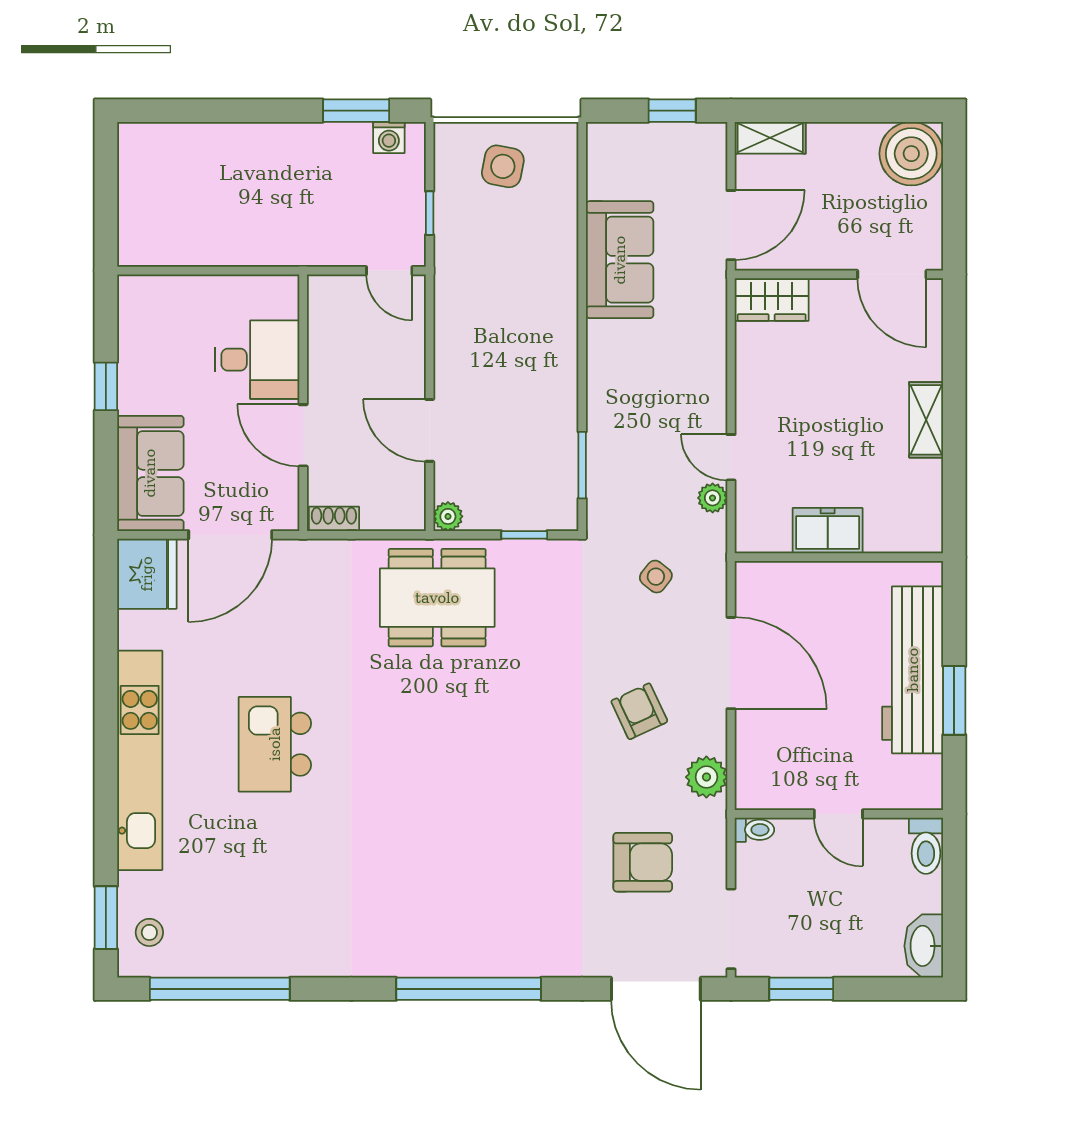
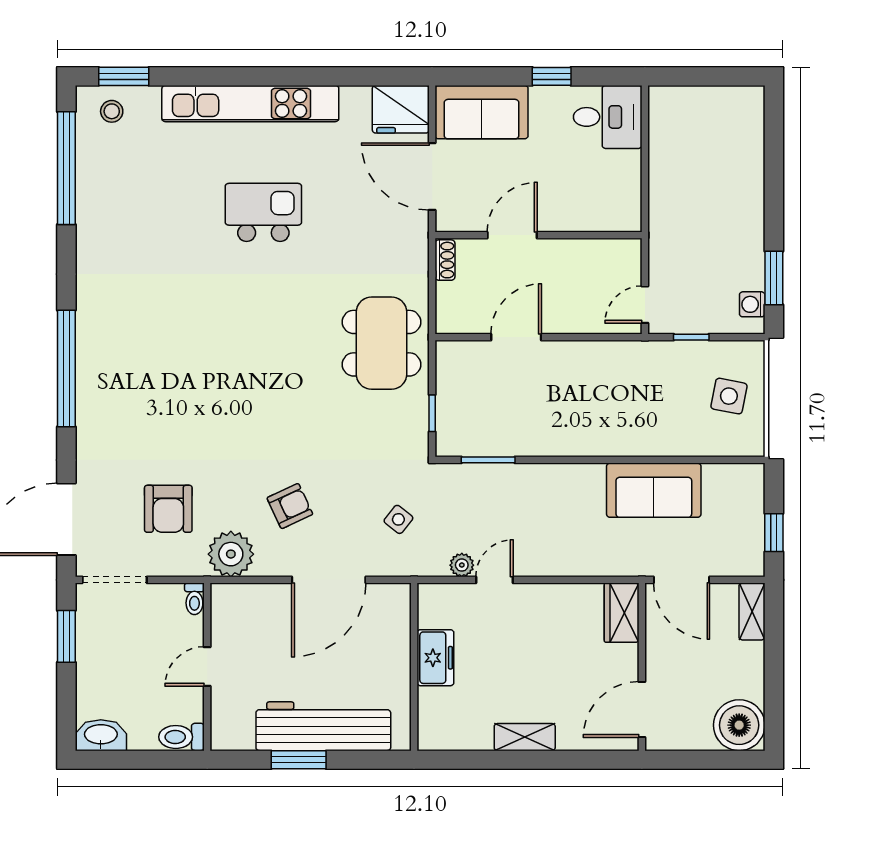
desk: (257, 360) -> (608, 117), moved, turned -90
plant: (448, 516) -> (447, 352), removed
plant: (706, 777) -> (231, 554), width x1.36, depth x1.36

